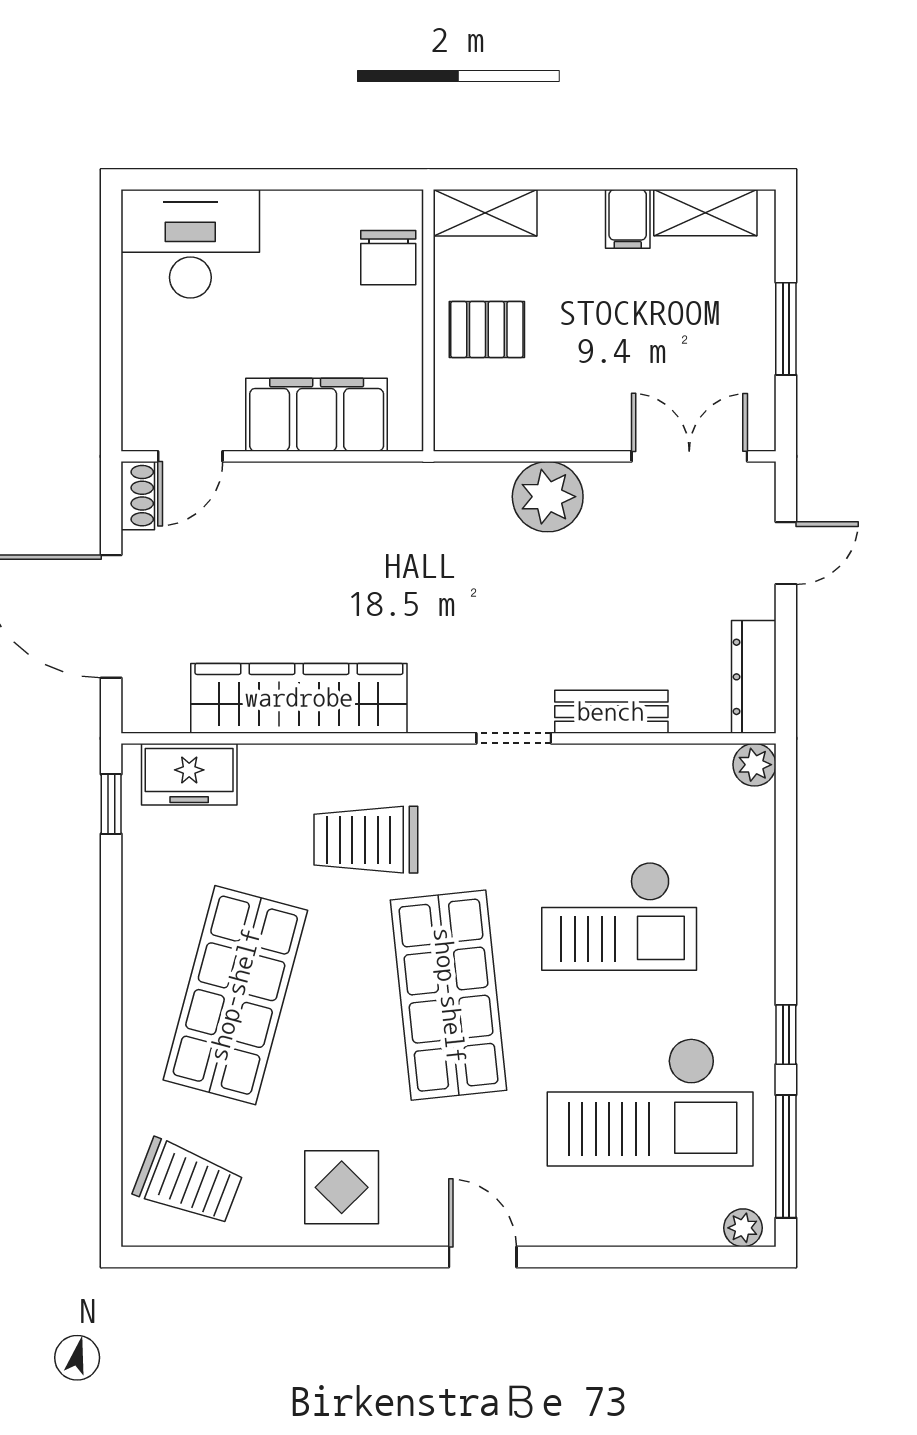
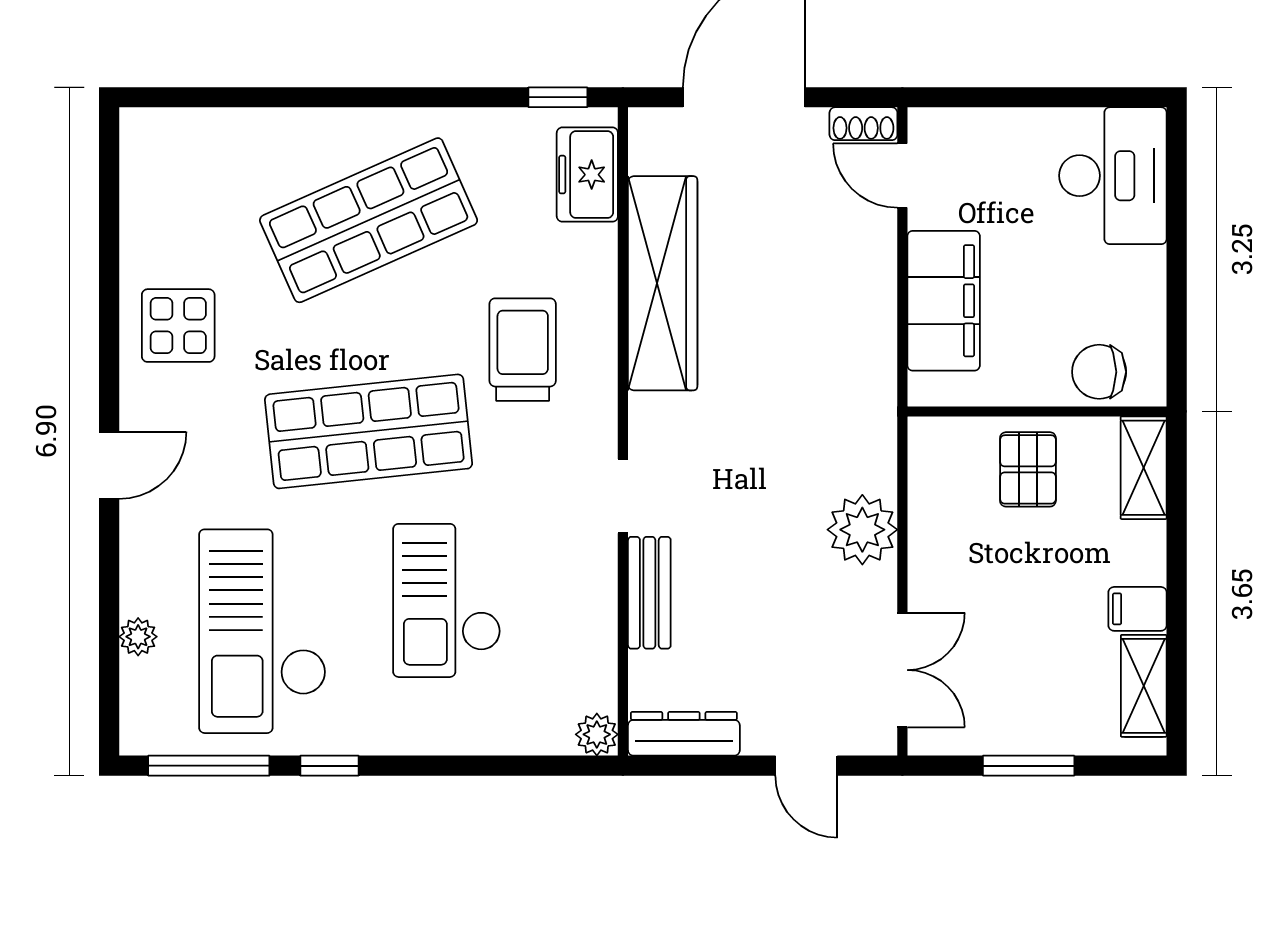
shop shelf: (235, 995) -> (369, 220), turned -39
trolley: (188, 1182) -> (183, 173), removed
plant: (743, 1228) -> (138, 637), moved

